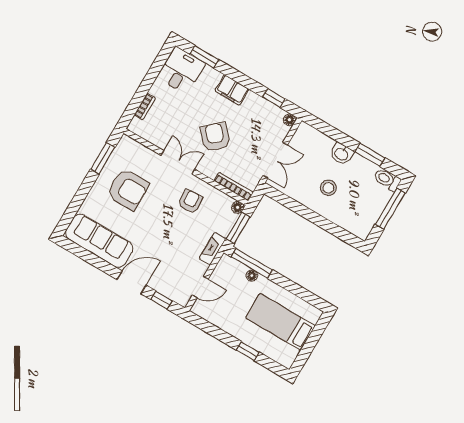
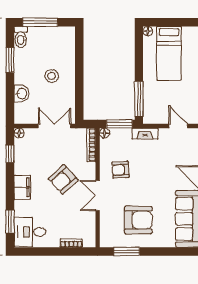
washbasin: (342, 154) -> (21, 94), moved
armchair: (128, 189) -> (138, 220), turned 90
floor lamp: (252, 276) -> (148, 31), moved

